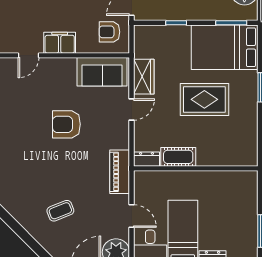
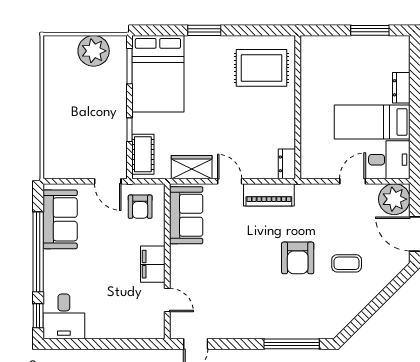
rug: (204, 99) -> (261, 68), moved, turned 90
armchair: (66, 124) -> (298, 258), moved
cot: (178, 157) -> (143, 154), moved
piano: (120, 172) -> (269, 195), moved
coffee table: (60, 211) -> (347, 263), turned -68

